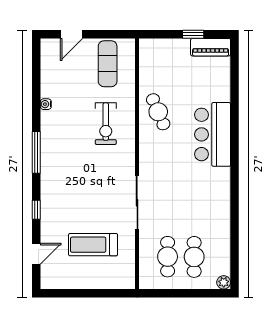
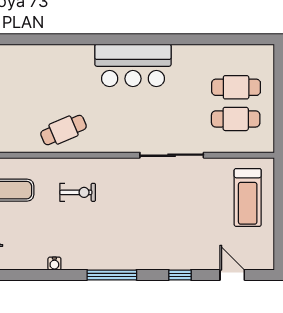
exercise bike: (106, 124) -> (78, 192), width x0.73, depth x0.72
bar counter: (213, 134) -> (133, 65), moved
treadmill: (93, 245) -> (248, 197), moved
plant: (224, 282) -> (266, 52), removed

